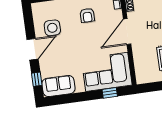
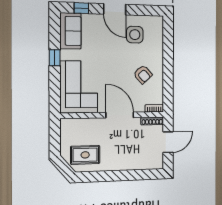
armchair: (87, 15) -> (143, 74), turned -132
window: (110, 93) -> (55, 58), moved

